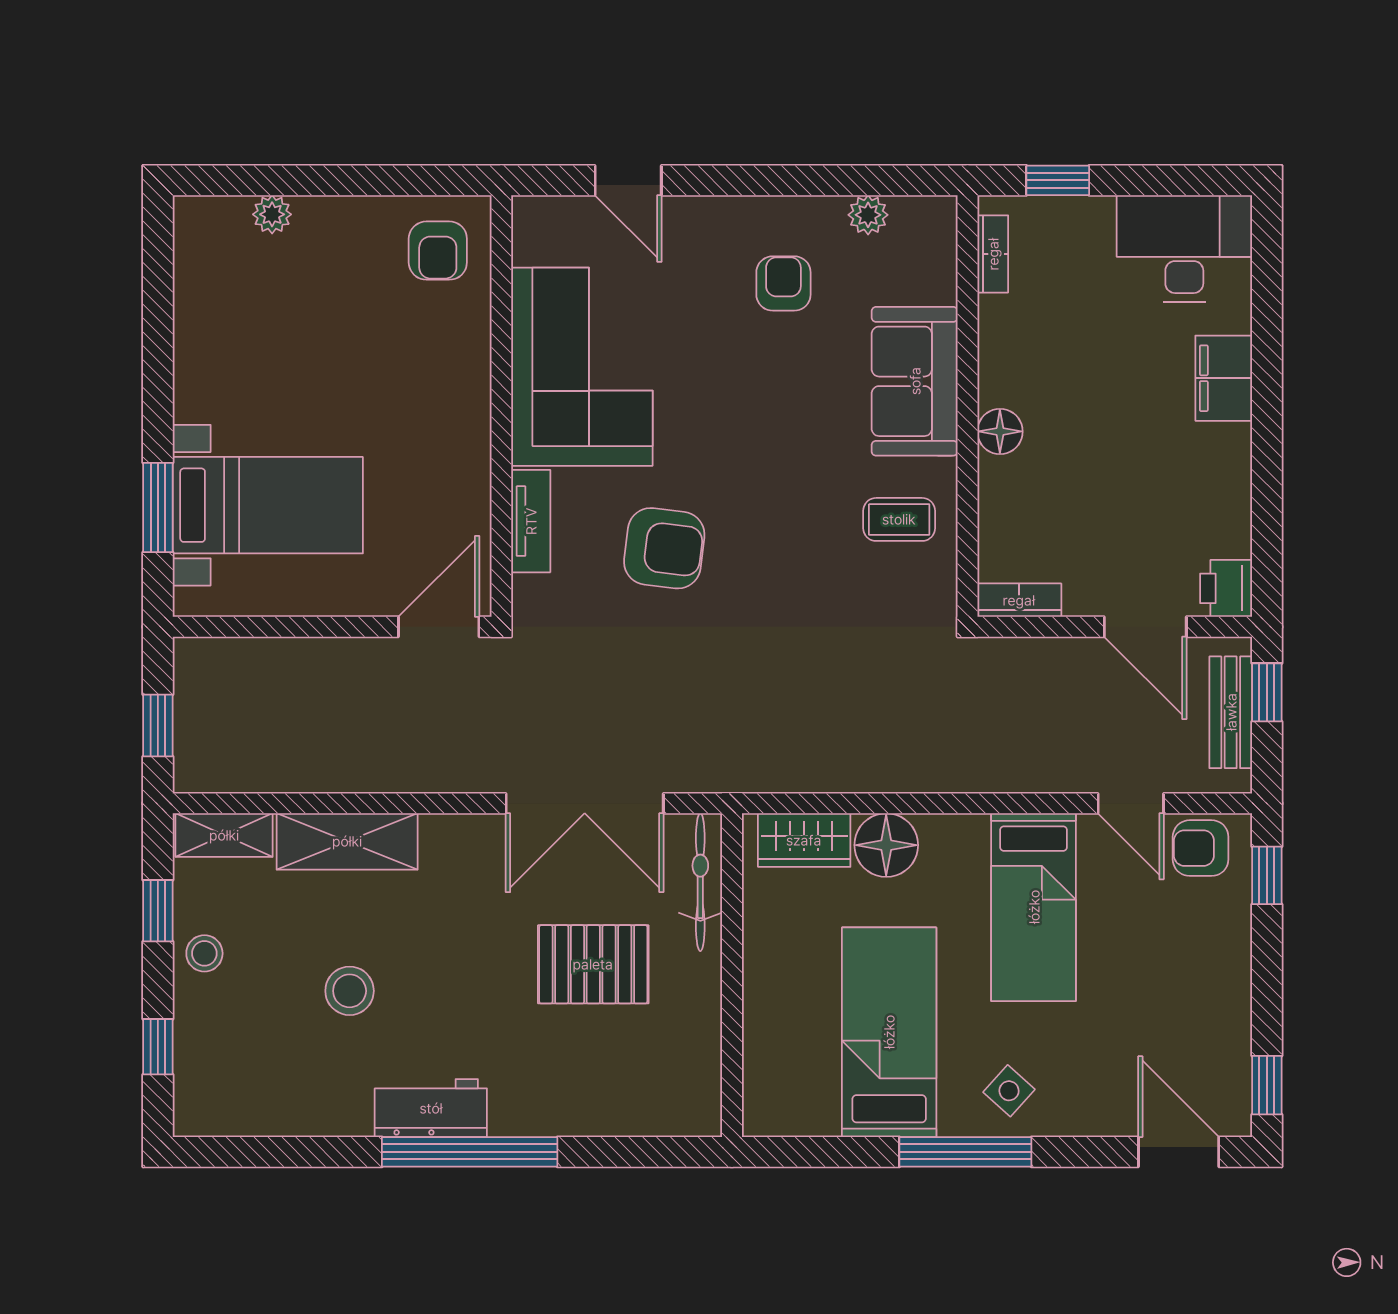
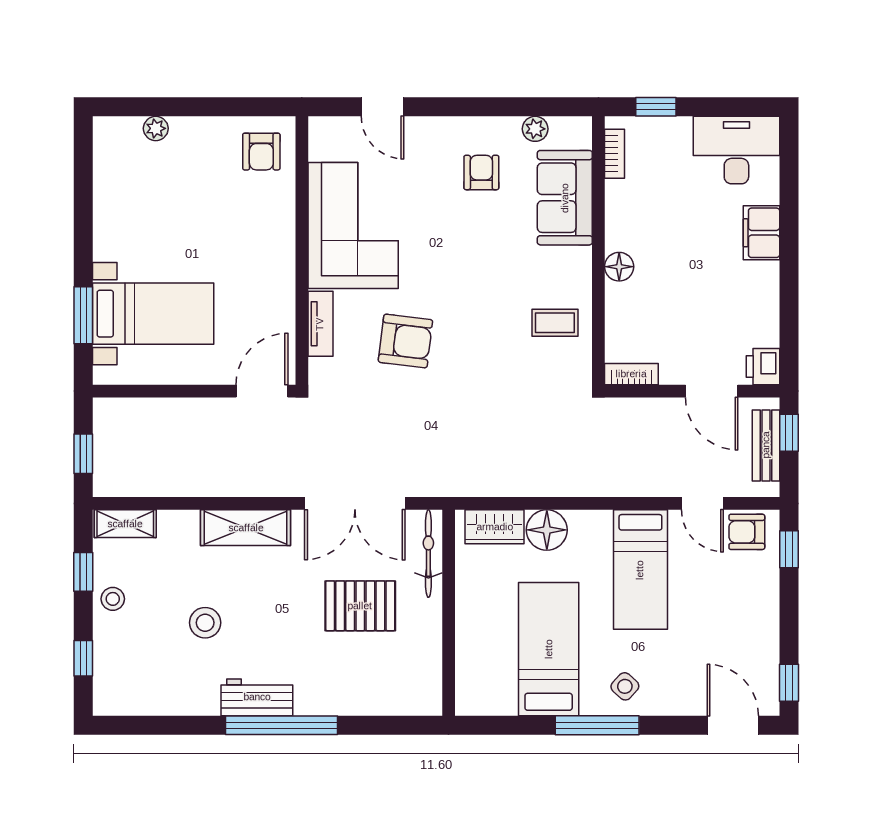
sofa: (915, 381) -> (565, 198), moved
shelving: (347, 841) -> (246, 528), moved

